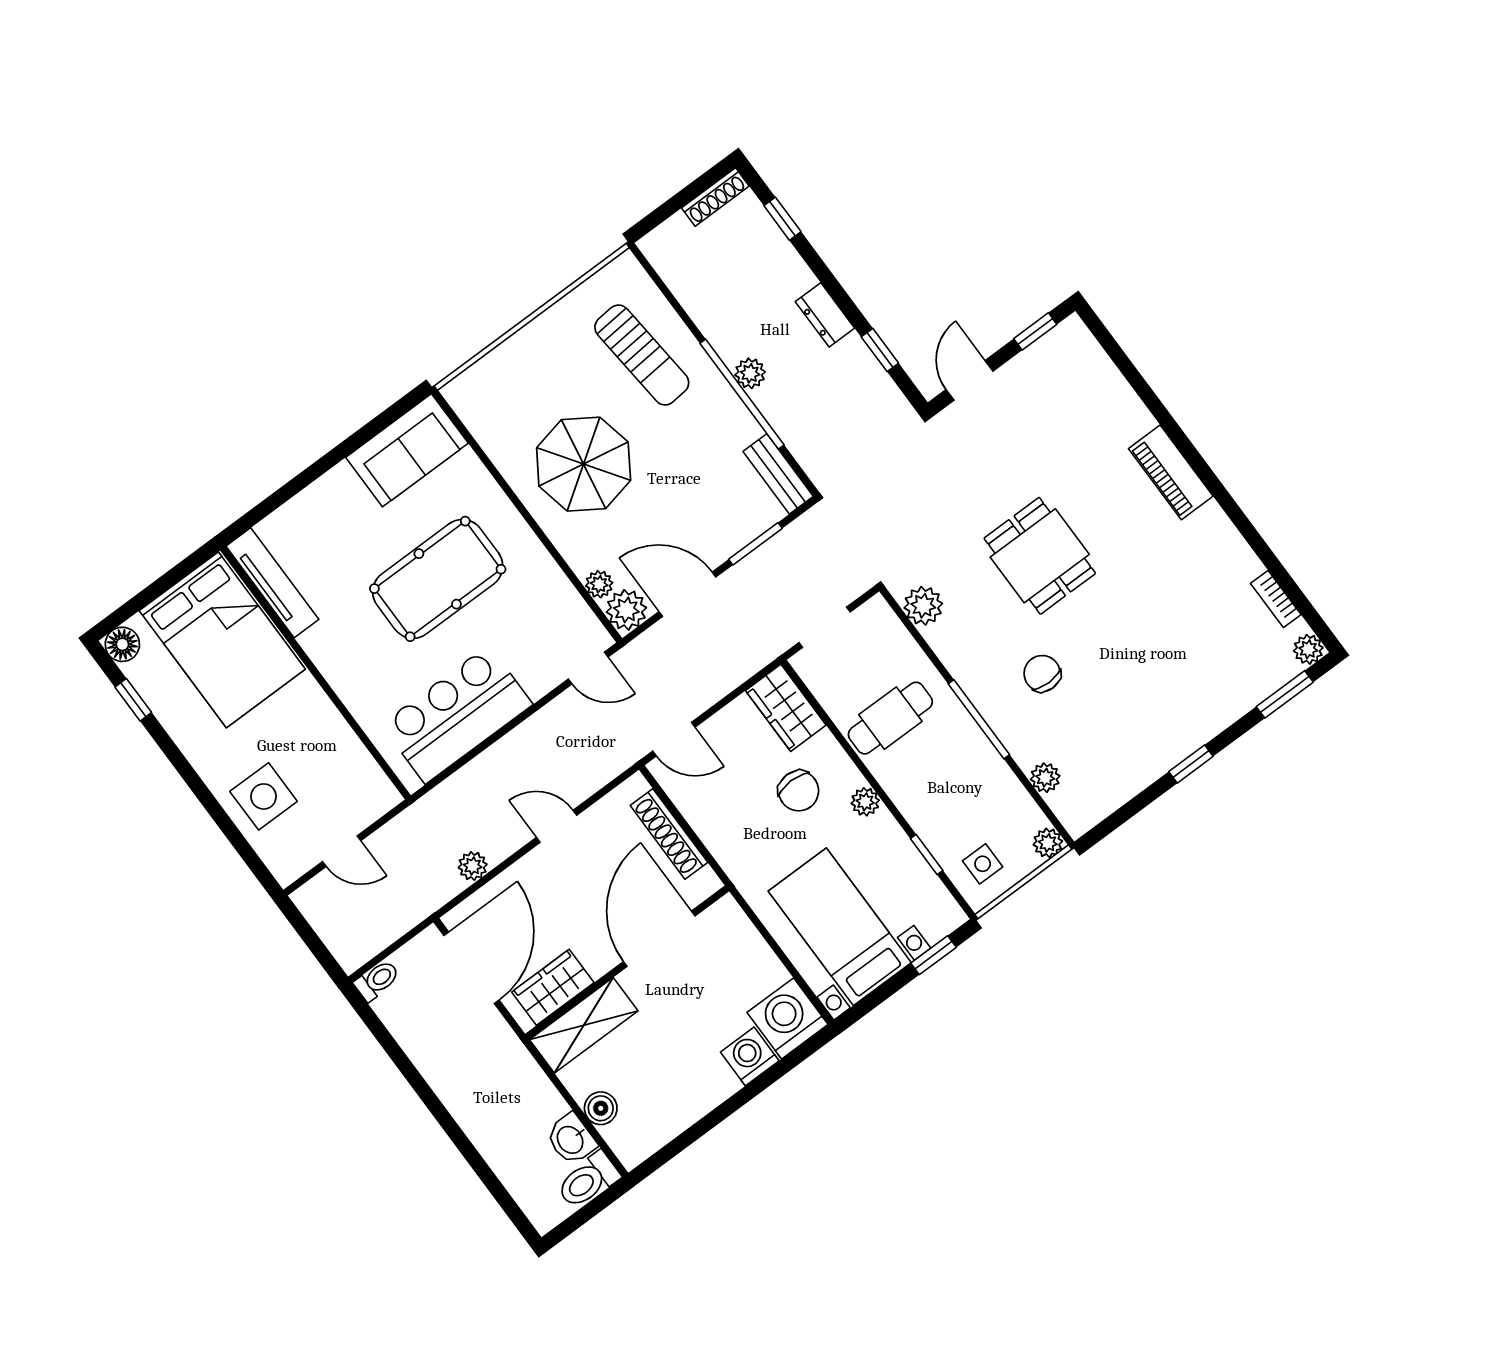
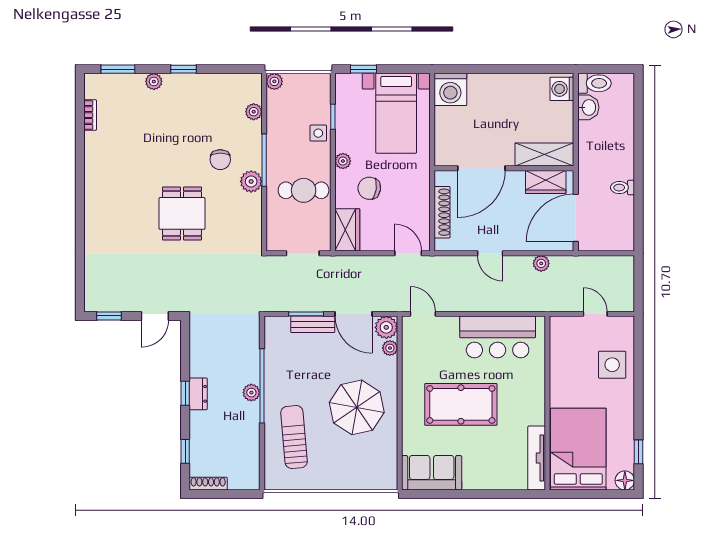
window: (880, 350) -> (185, 393), moved
piano: (1171, 472) -> (95, 207), removed
bench: (778, 474) -> (313, 324), moved, turned 90
plant: (923, 606) -> (251, 181), moved
plant: (1308, 649) -> (154, 81), moved
chair: (799, 791) -> (369, 188), turned -80
side table: (983, 864) -> (318, 133), moved
toilet: (377, 980) -> (623, 188), moved
washing machine: (750, 1056) -> (562, 89), moved, turned 90
boiler: (601, 1108) -> (565, 111), removed

